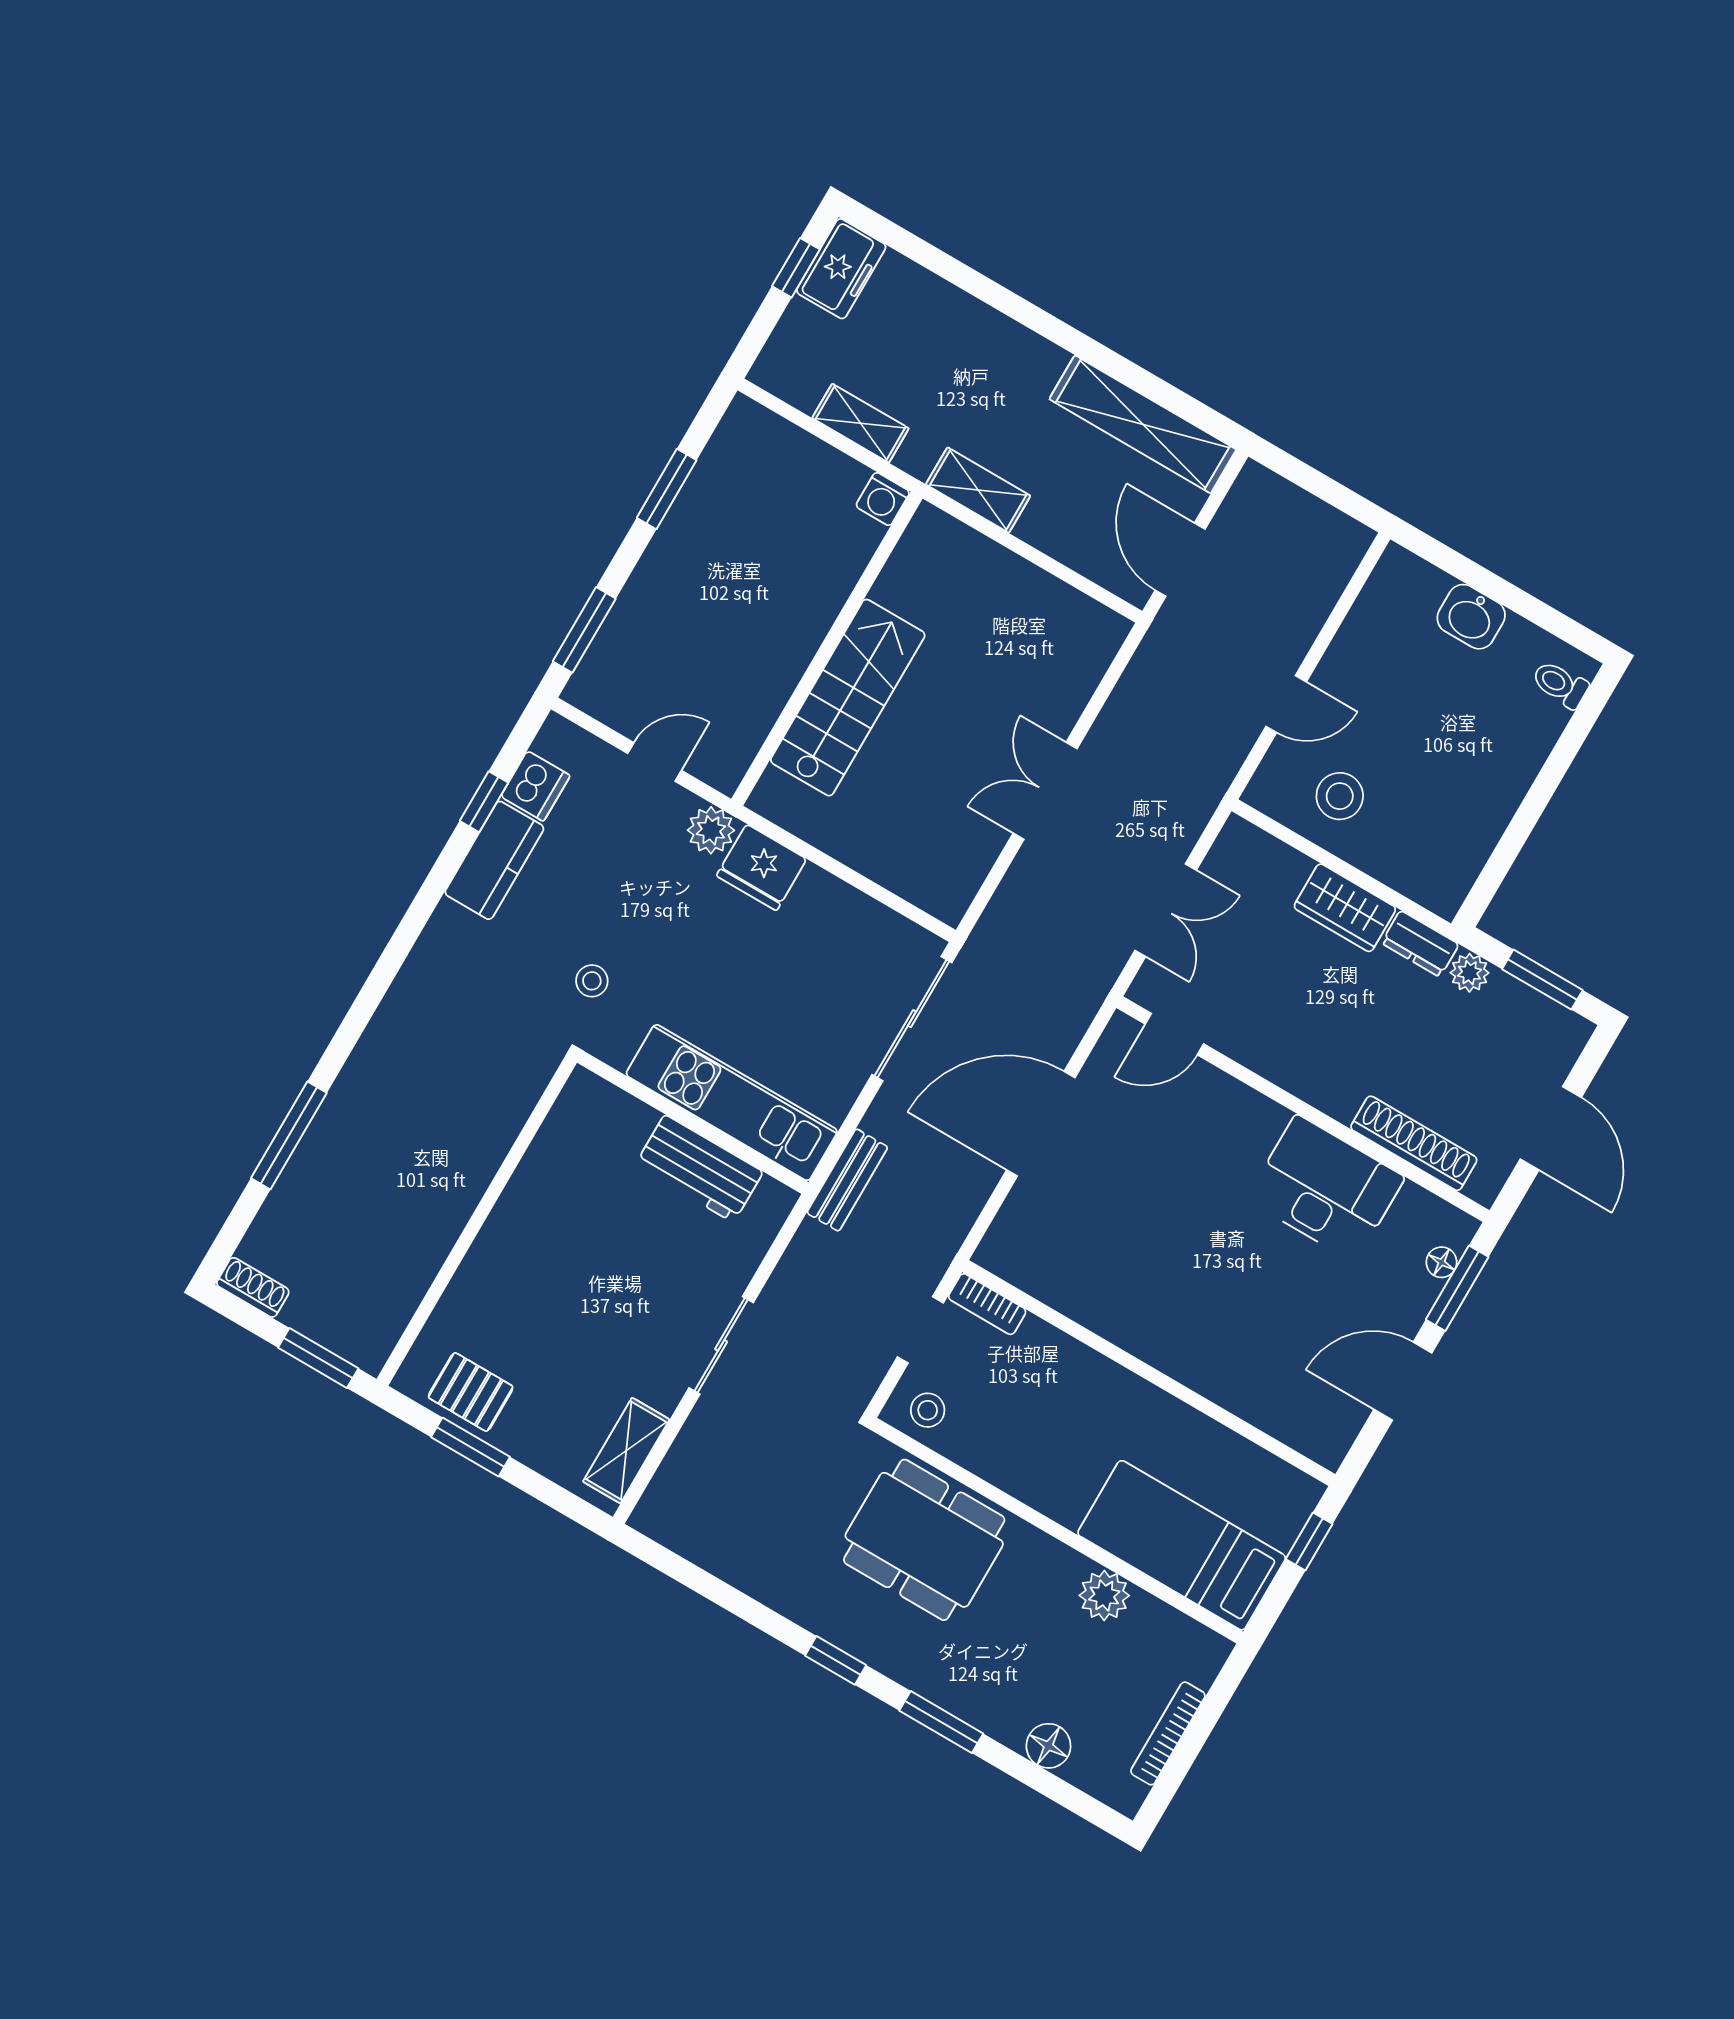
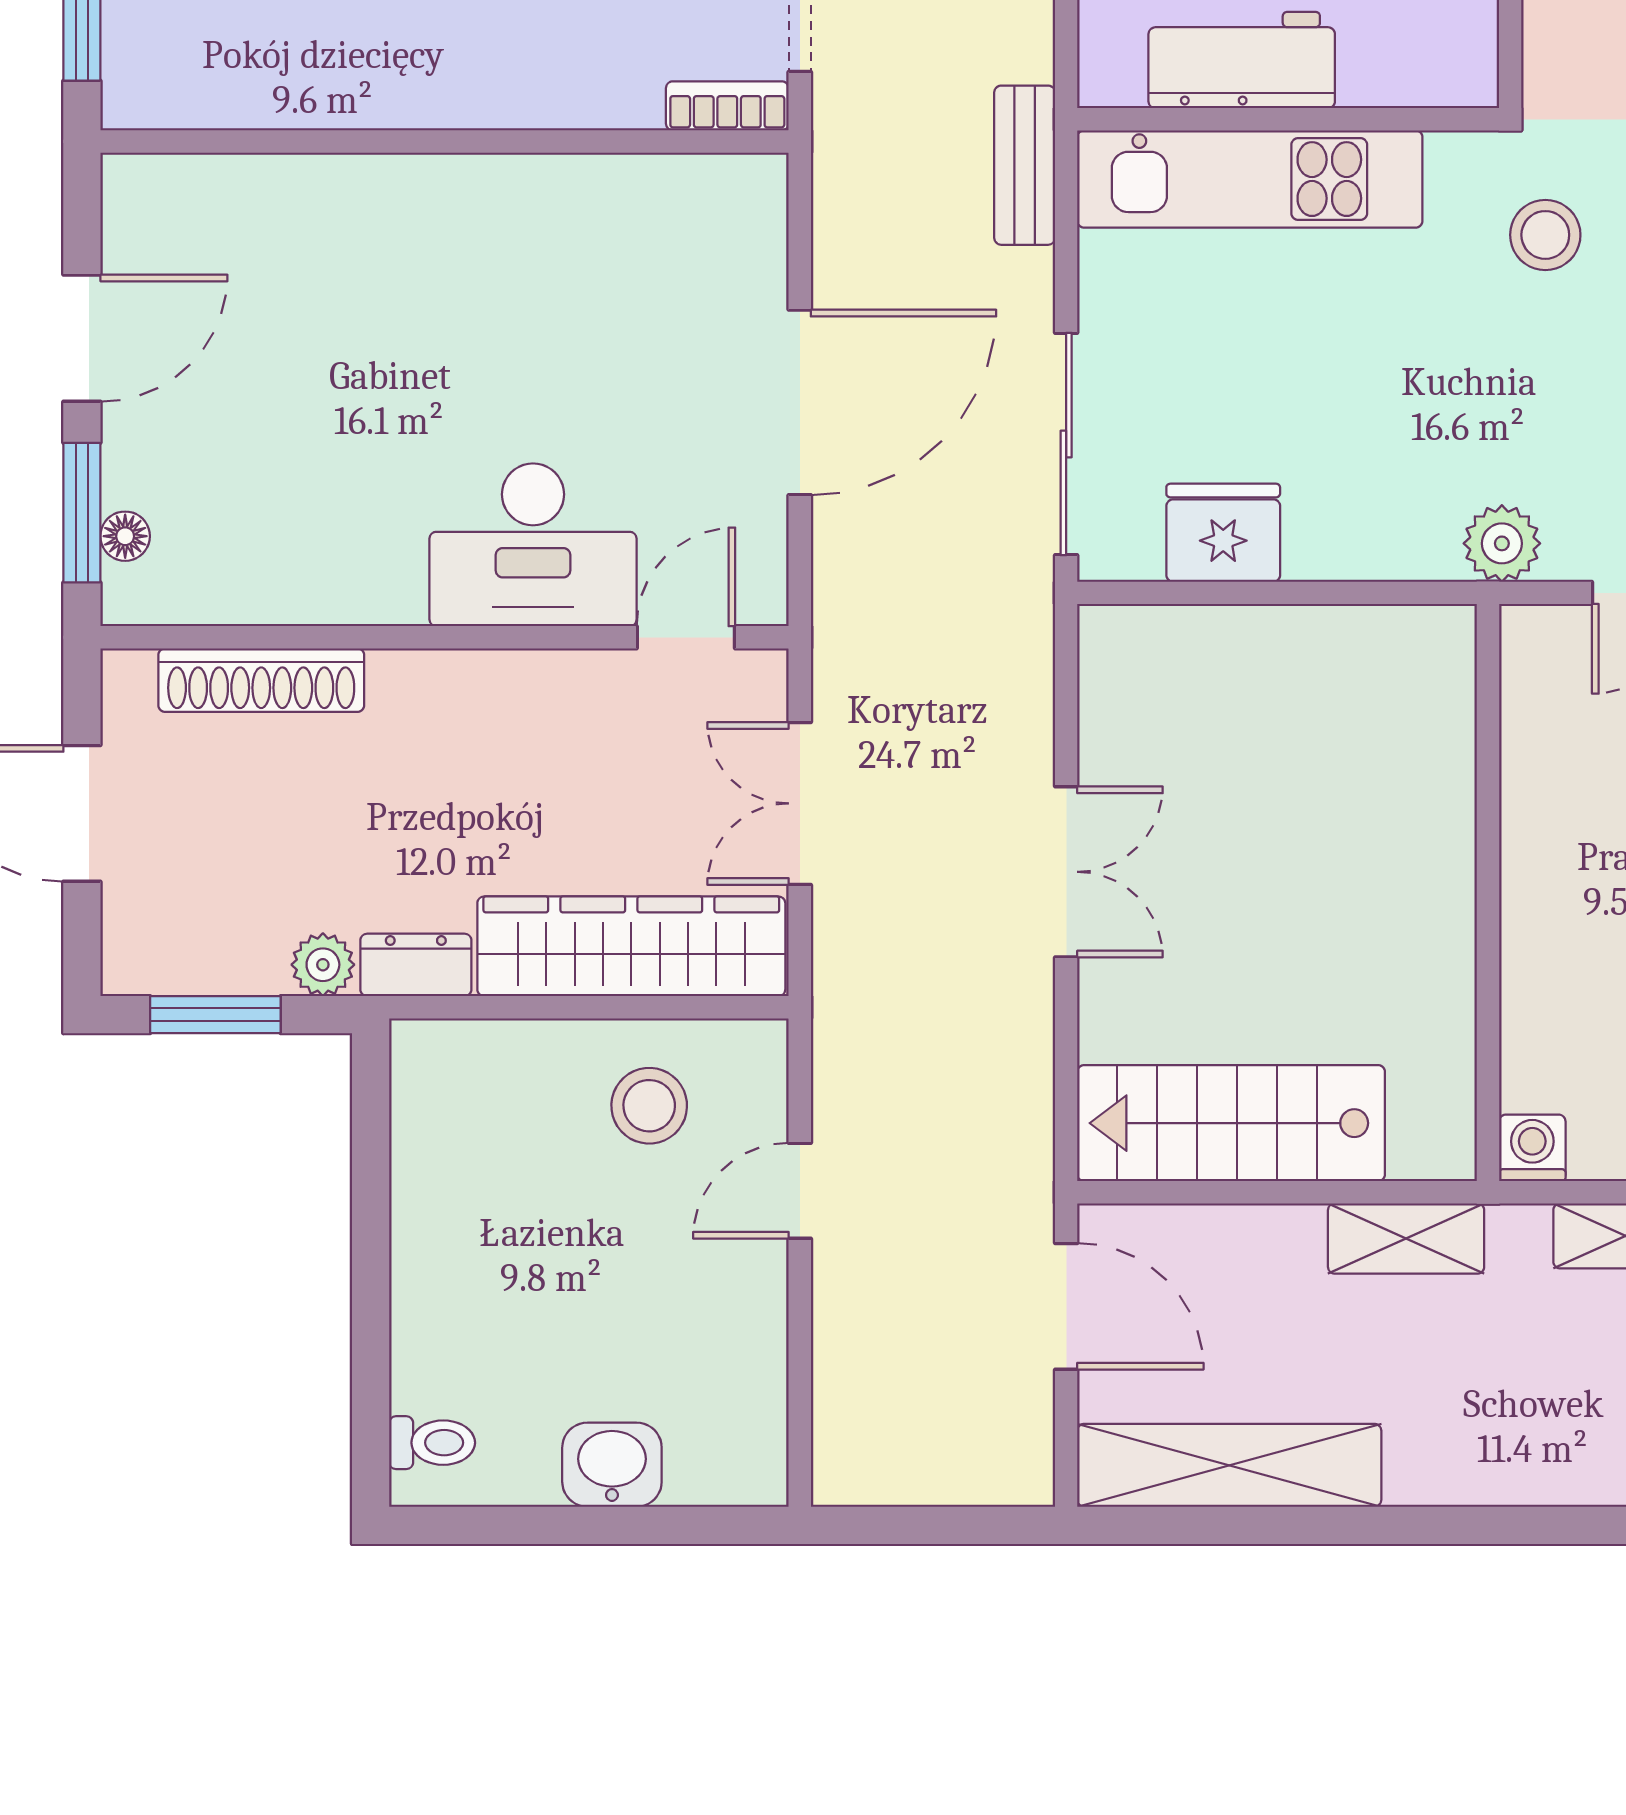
stairs: (848, 698) -> (1231, 1123), moved, turned 90
fridge: (761, 867) -> (1223, 533), moved
wardrobe: (1345, 908) -> (631, 946), width x2.10, depth x1.17
stool: (592, 981) -> (1545, 235), width x1.37, depth x1.37
desk: (1326, 1188) -> (533, 545), moved

